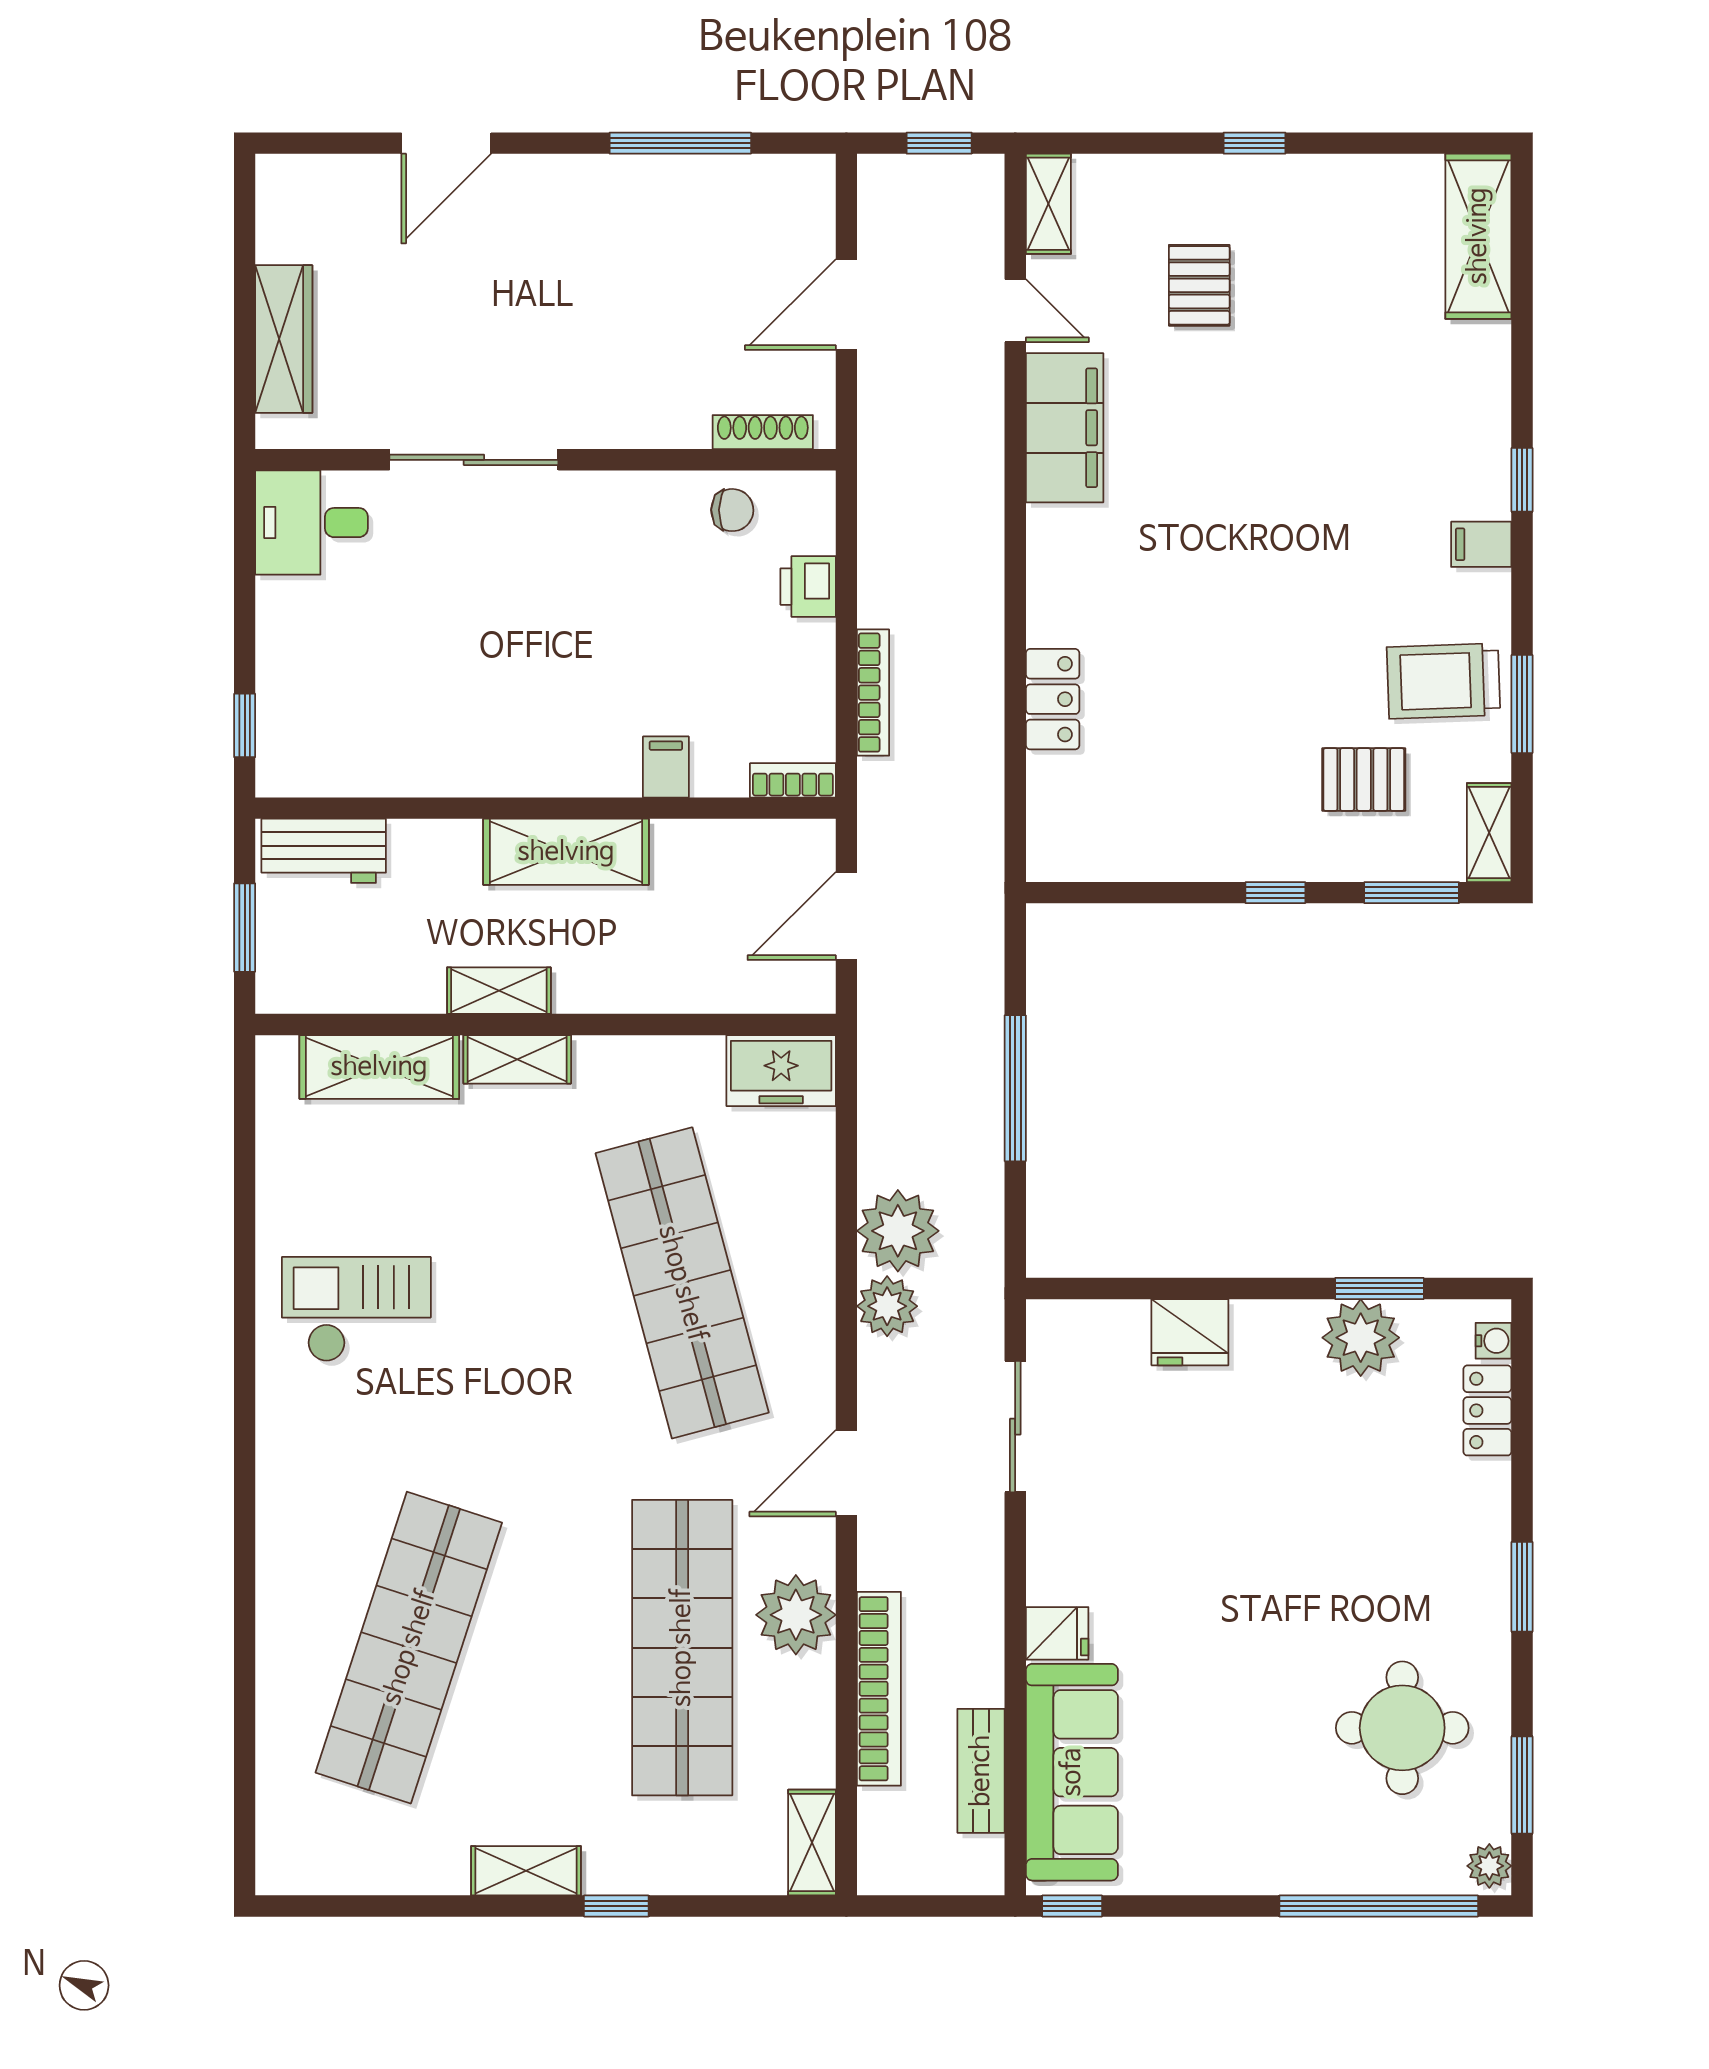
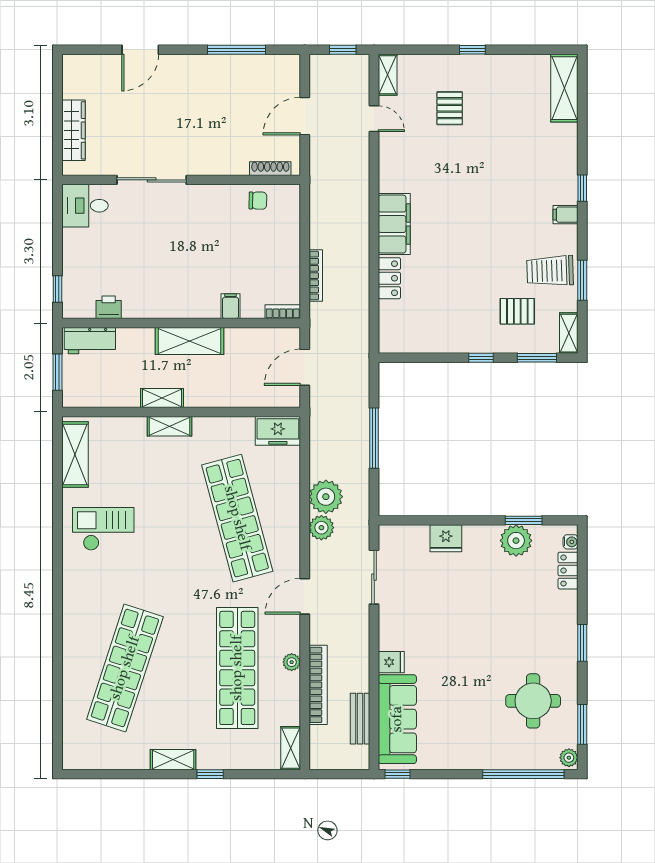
filing cabinet: (1065, 428) -> (394, 224), moved
printer: (808, 587) -> (109, 307), moved, turned 90
shelving: (379, 1067) -> (75, 455), moved, turned 90
plant: (796, 1615) -> (292, 662), width x0.53, depth x0.53

